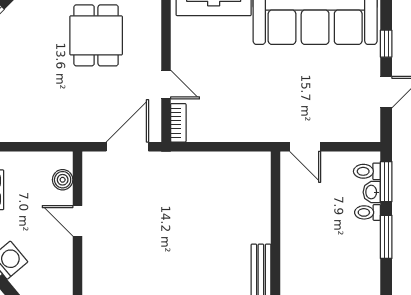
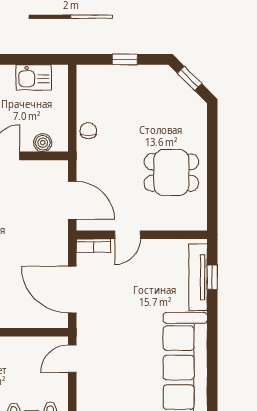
chair: (49, 129) -> (88, 131), added
door: (228, 147) -> (72, 290), added

